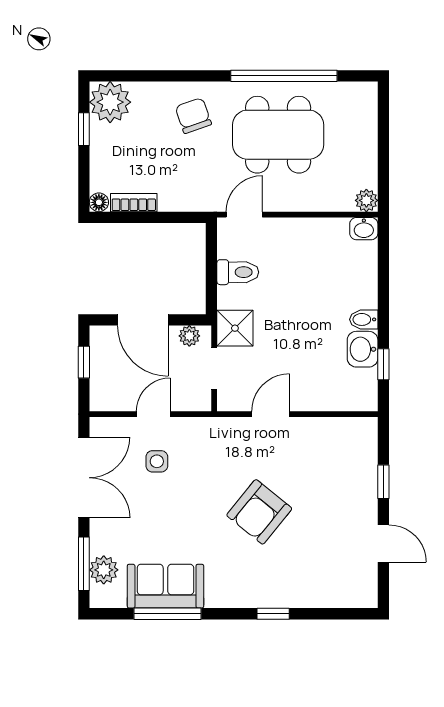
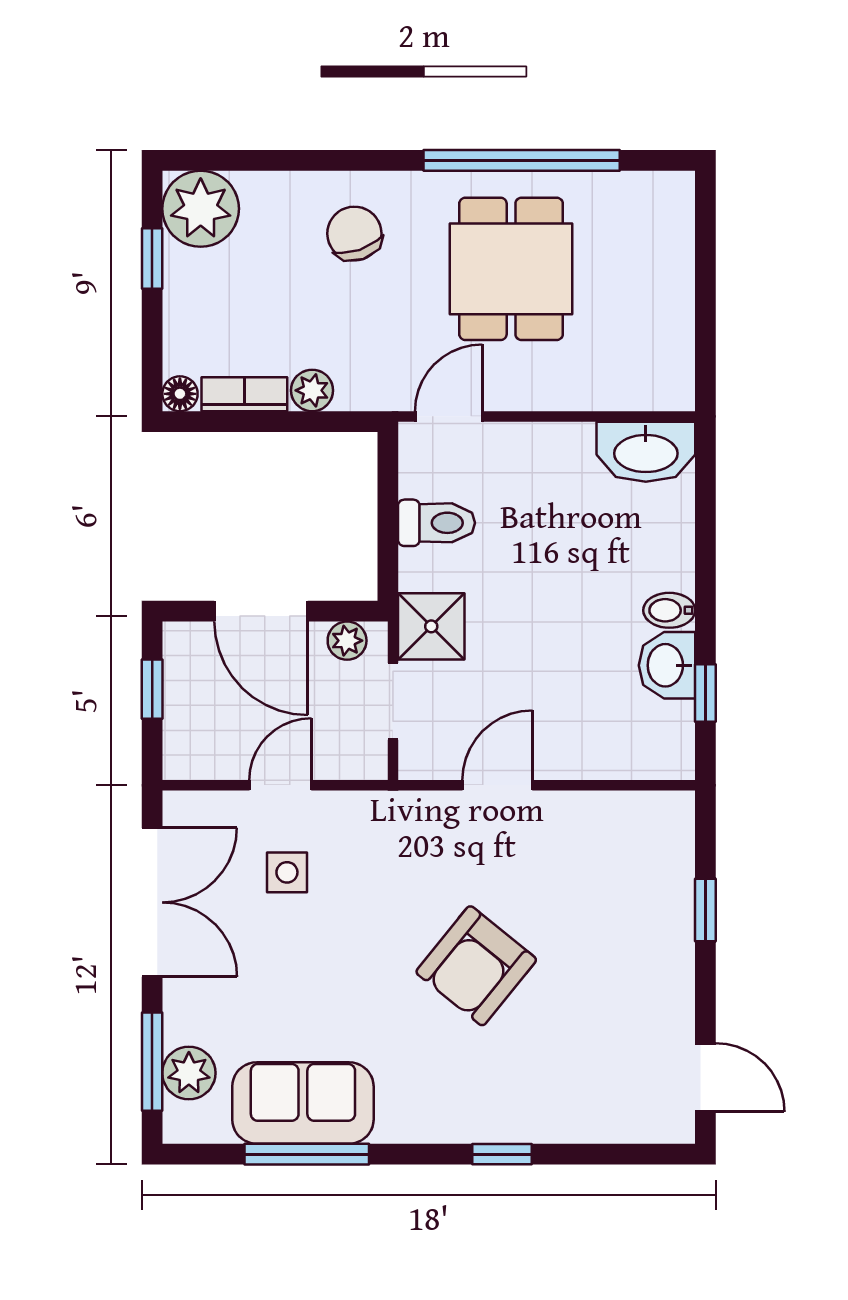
dining table: (278, 135) -> (511, 269), width x0.73
plant: (366, 200) -> (312, 390), moved
washbasin: (364, 229) -> (646, 452), width x1.91, depth x1.45
door: (383, 543) -> (705, 1077), moved

